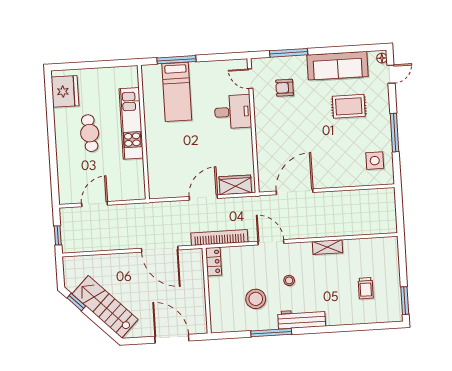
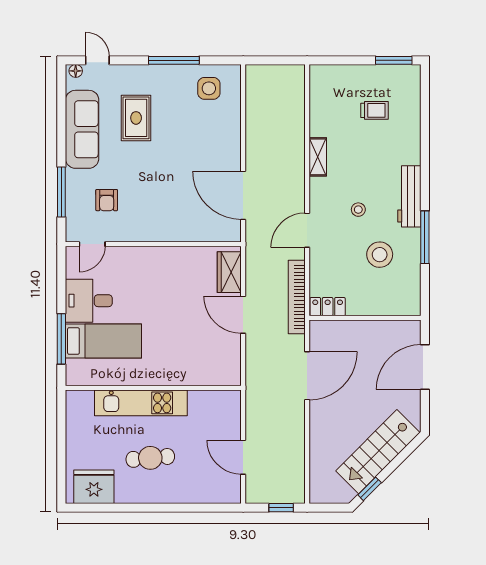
desk: (233, 112) -> (89, 301), moved, turned -90

